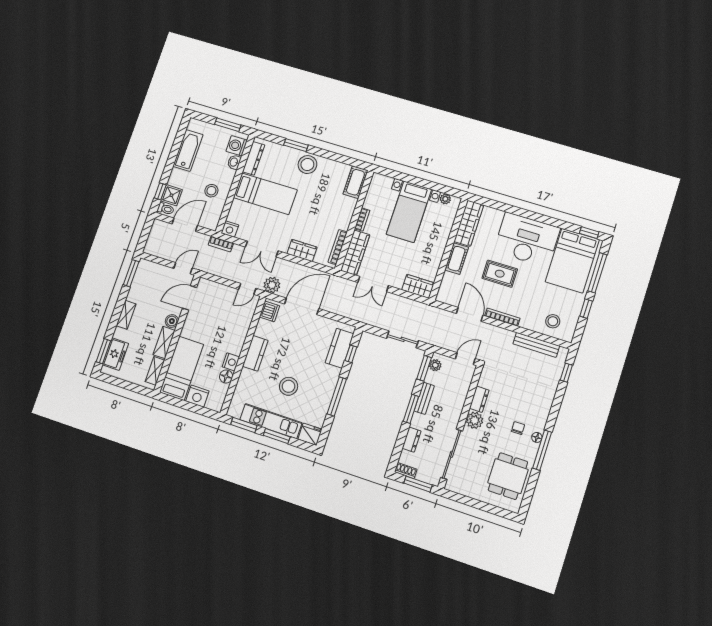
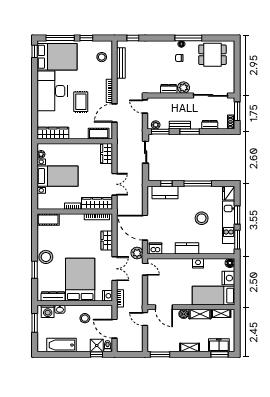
bed: (265, 194) -> (80, 280), width x1.50
cot: (457, 259) -> (99, 134), moved
floor lamp: (226, 376) -> (230, 263), moved

